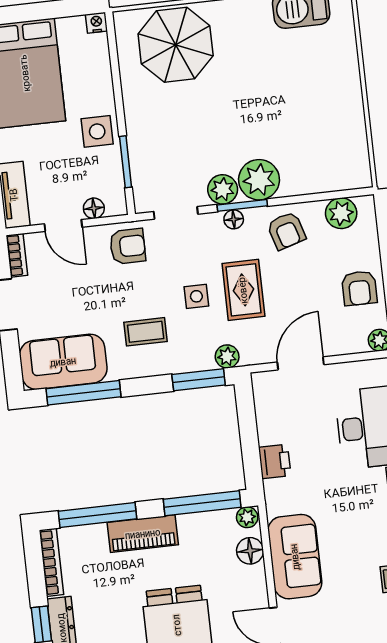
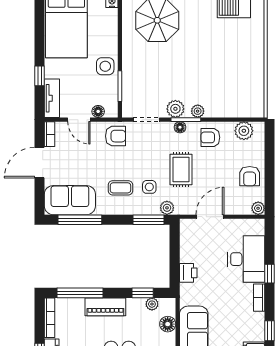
plant: (259, 180) -> (198, 111), width x0.53, depth x0.53
armchair: (286, 231) -> (210, 137), turned 107
side table: (196, 296) -> (149, 187), moved
window: (202, 503) -> (143, 293), width x0.46
plant: (247, 517) -> (152, 304), moved

